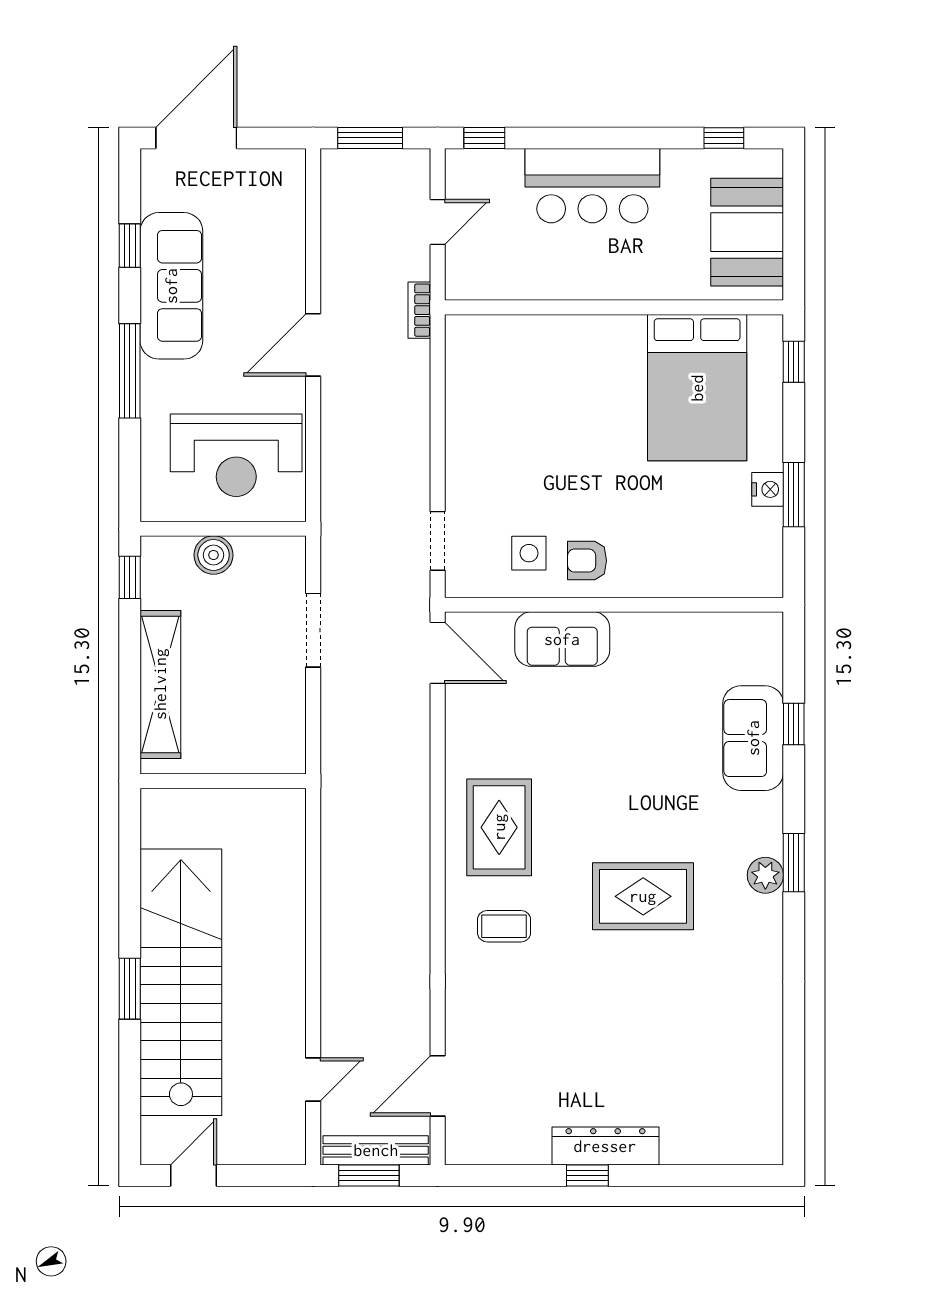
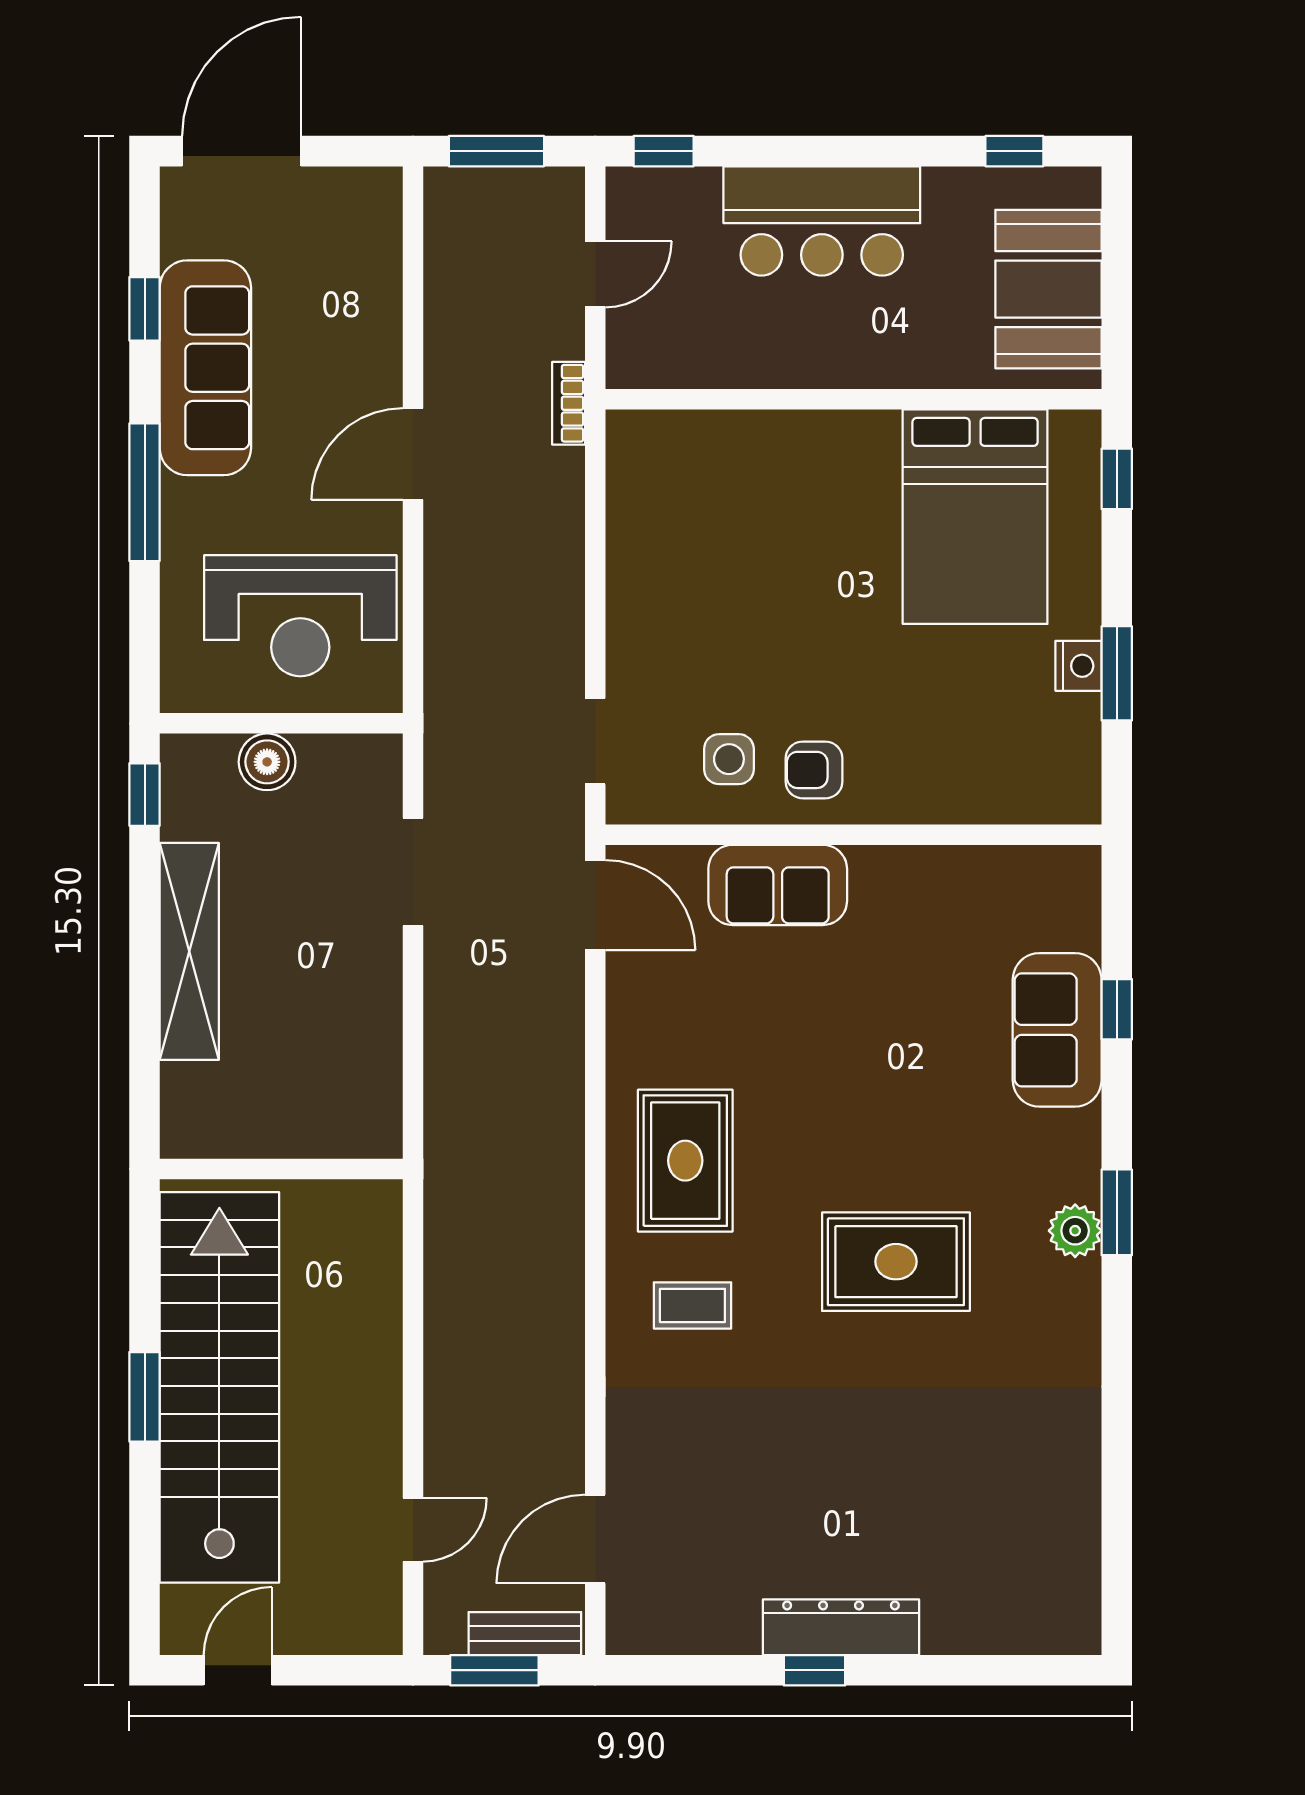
wall: (223, 781) -> (281, 1169), moved
bench: (376, 1150) -> (525, 1634), width x0.73

